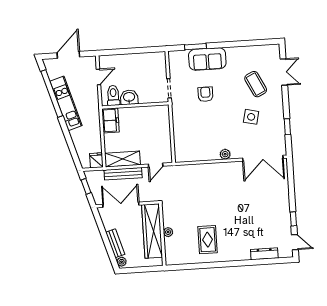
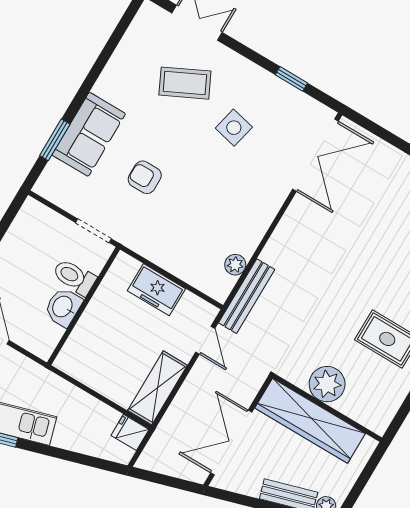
toilet: (113, 95) -> (74, 277), moved
freezer: (110, 120) -> (156, 290), moved, turned 180
plant: (225, 154) -> (235, 265), moved
bench: (123, 174) -> (247, 296), moved
window: (86, 186) -> (161, 479), removed
plant: (168, 232) -> (327, 384), width x1.87, depth x1.87

